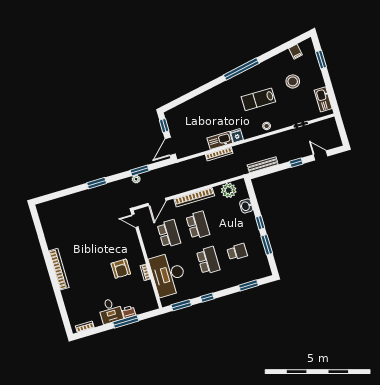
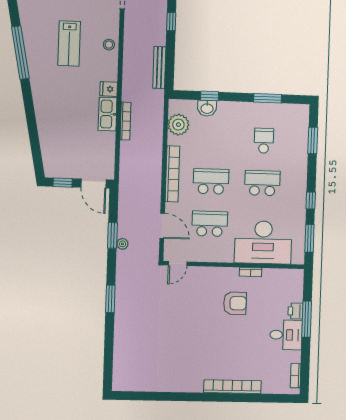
window: (260, 223) -> (209, 96), moved
bookcase: (59, 269) -> (232, 387), moved

